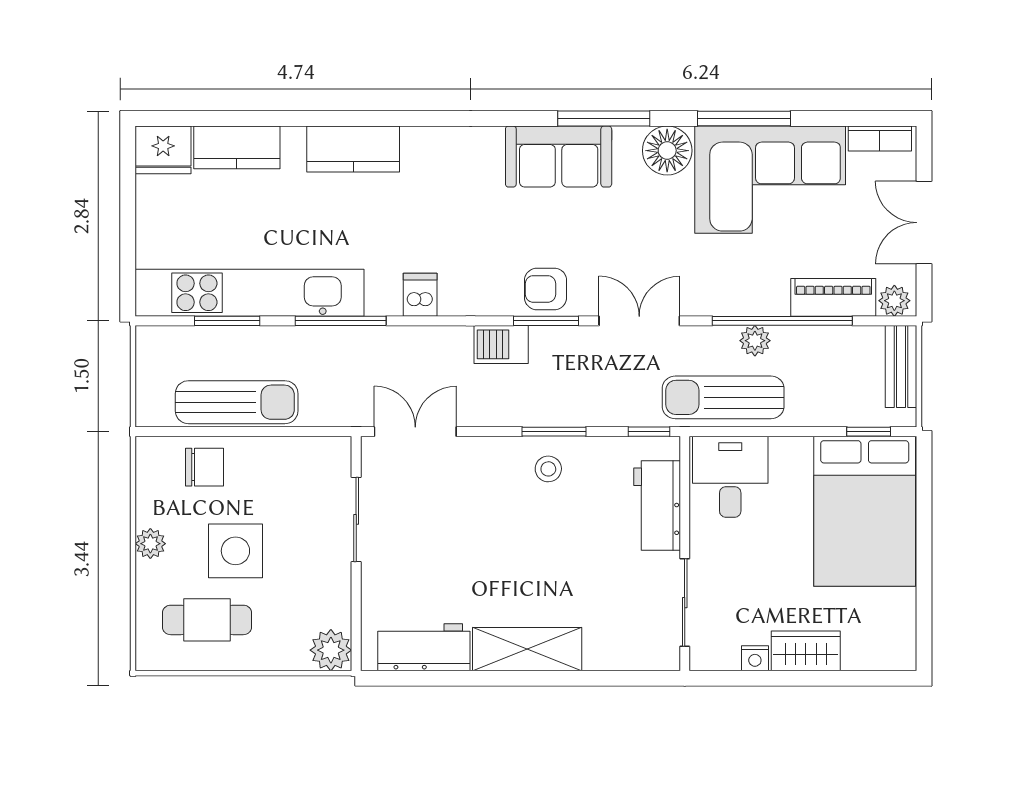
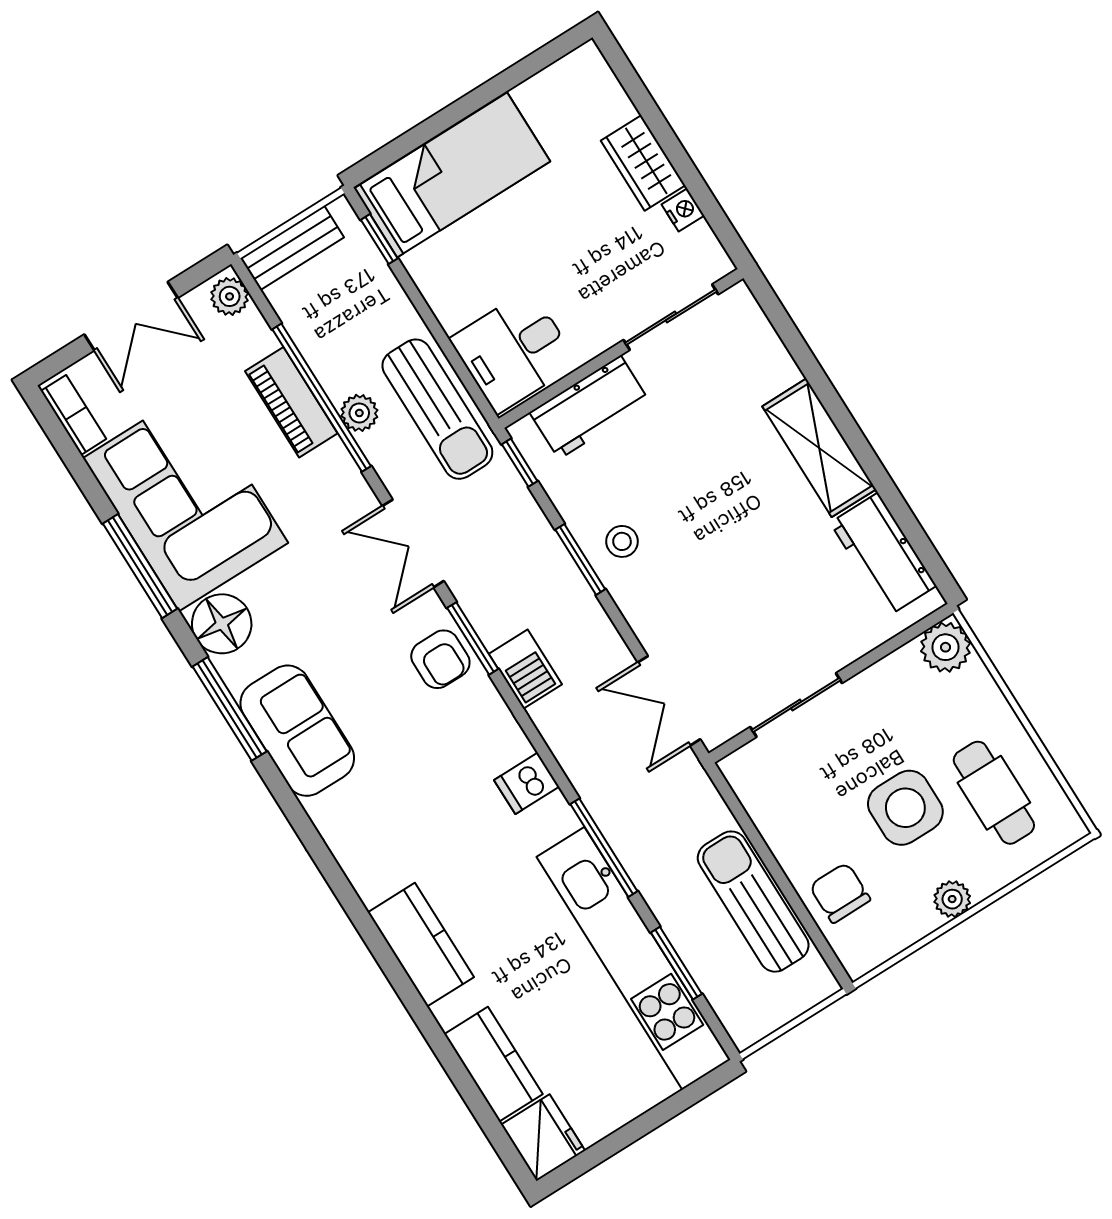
piano: (833, 297) -> (291, 402), moved
bed: (865, 511) -> (452, 175), width x0.67

